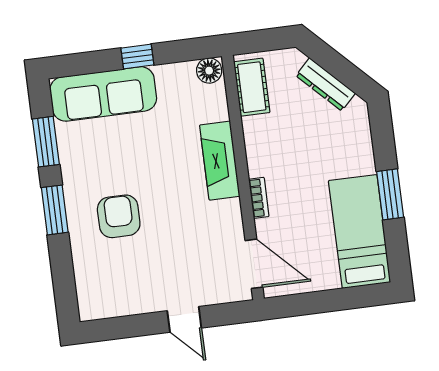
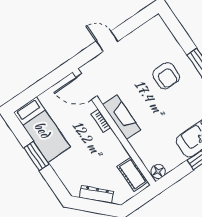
fireplace: (220, 161) -> (121, 117), moved

